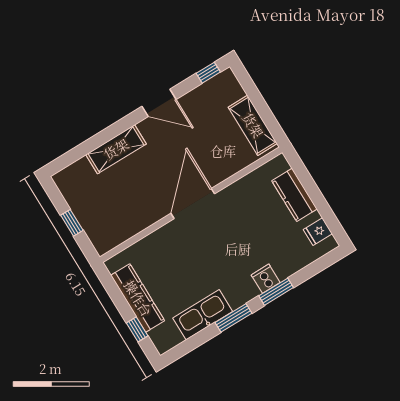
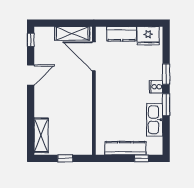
shelving: (116, 149) -> (41, 135), moved
door: (193, 204) -> (94, 56), moved
fridge: (318, 232) -> (148, 36), width x1.88, depth x1.34
cooker: (266, 279) -> (156, 87), moved

